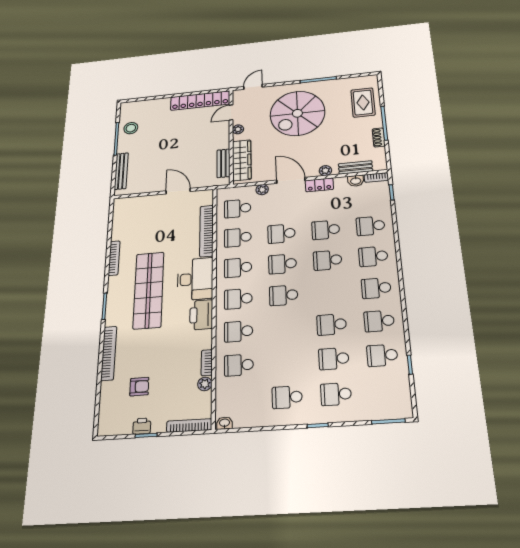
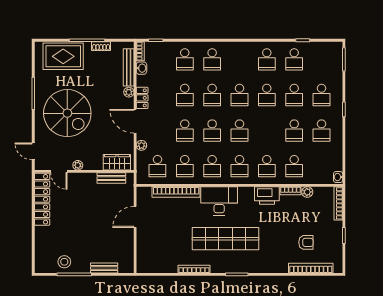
rug: (363, 102) -> (63, 56), width x1.36, depth x1.43
wardrobe: (242, 160) -> (117, 162), width x0.67
bench: (355, 167) -> (129, 67), width x1.36
bench: (121, 171) -> (104, 268), width x0.73
door: (291, 180) -> (135, 121), hinge flipped
school desk: (376, 288) -> (239, 95), moved
printer: (201, 315) -> (267, 195), moved
bookcase: (109, 353) -> (311, 268), moved
school desk: (286, 362) -> (294, 131), added
armchair: (139, 387) -> (306, 242), turned 90
printer: (142, 426) -> (337, 239), removed

